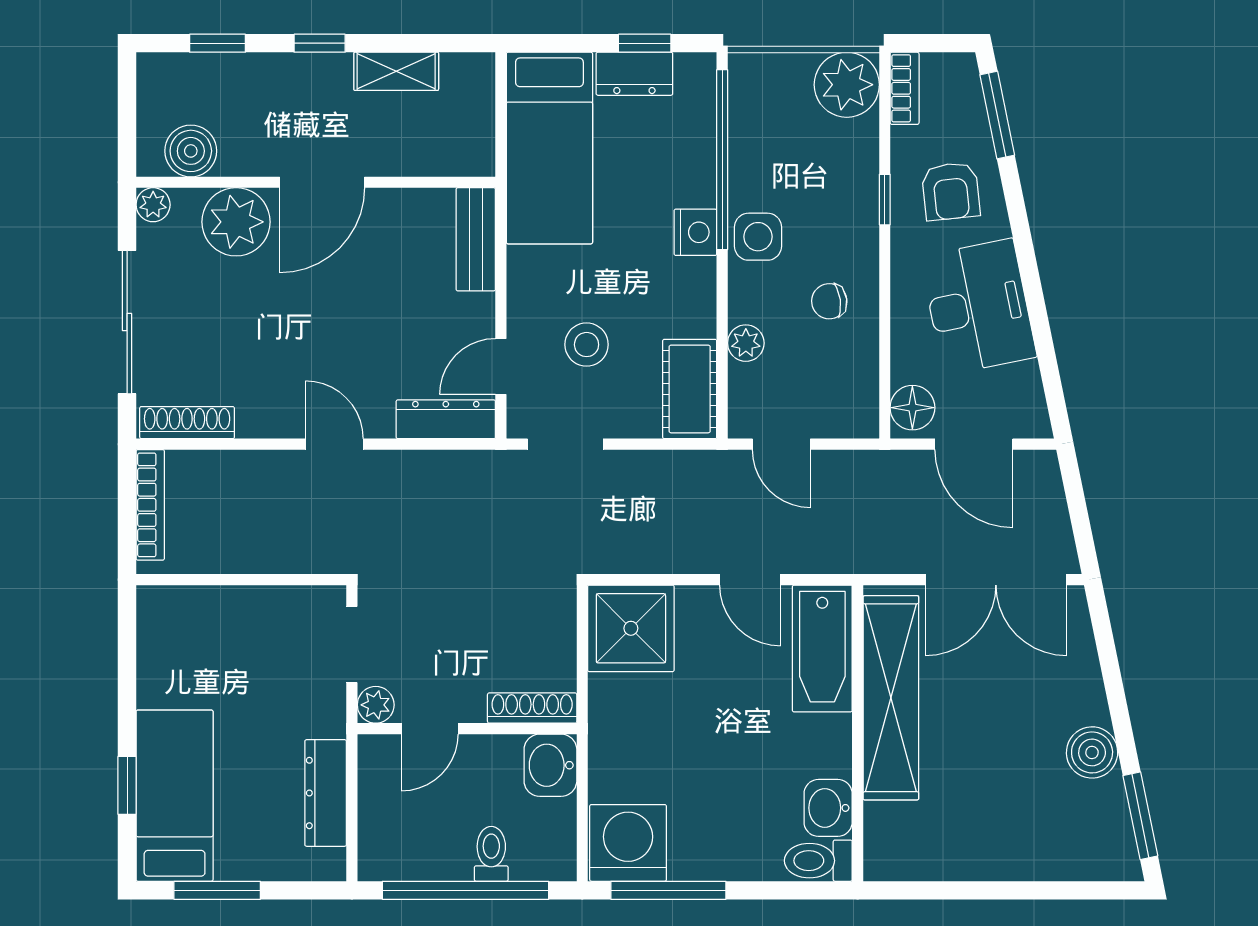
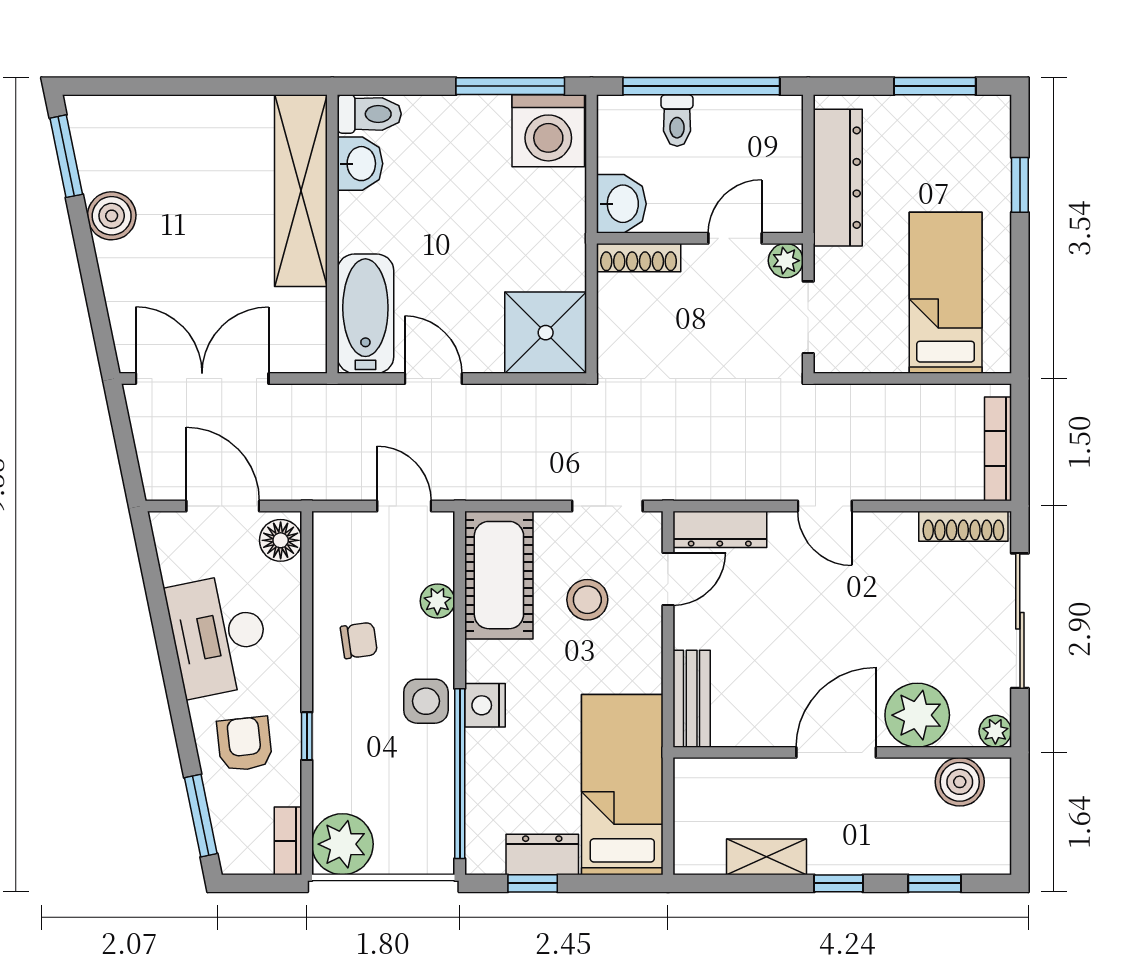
cot: (690, 389) -> (499, 575), width x1.37, depth x1.34
shelving: (891, 698) -> (301, 191), moved
dresser: (326, 793) -> (838, 178), width x1.37, depth x1.24
bed: (175, 796) -> (946, 293), moved, turned 180

